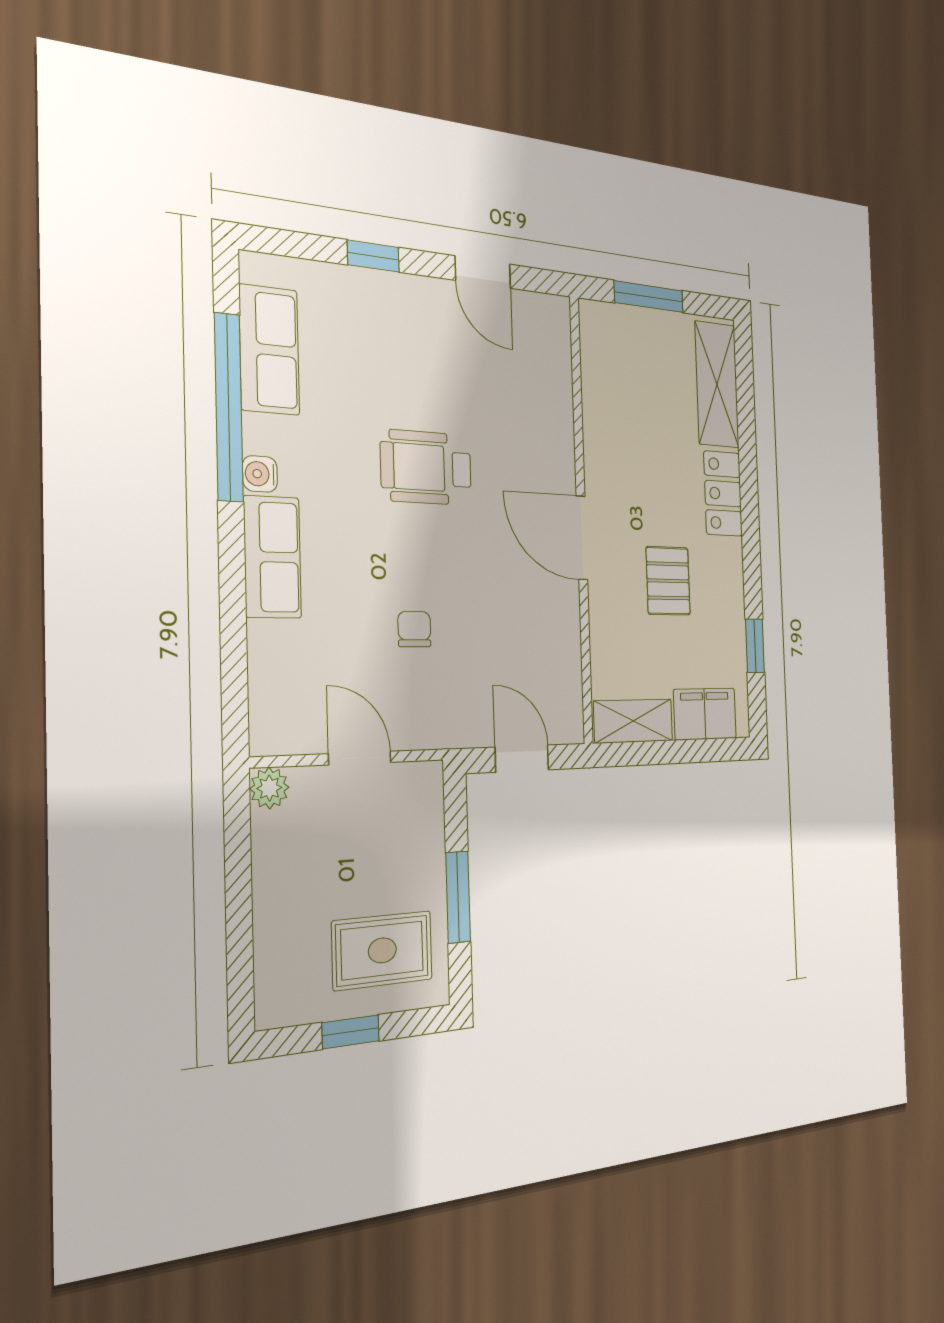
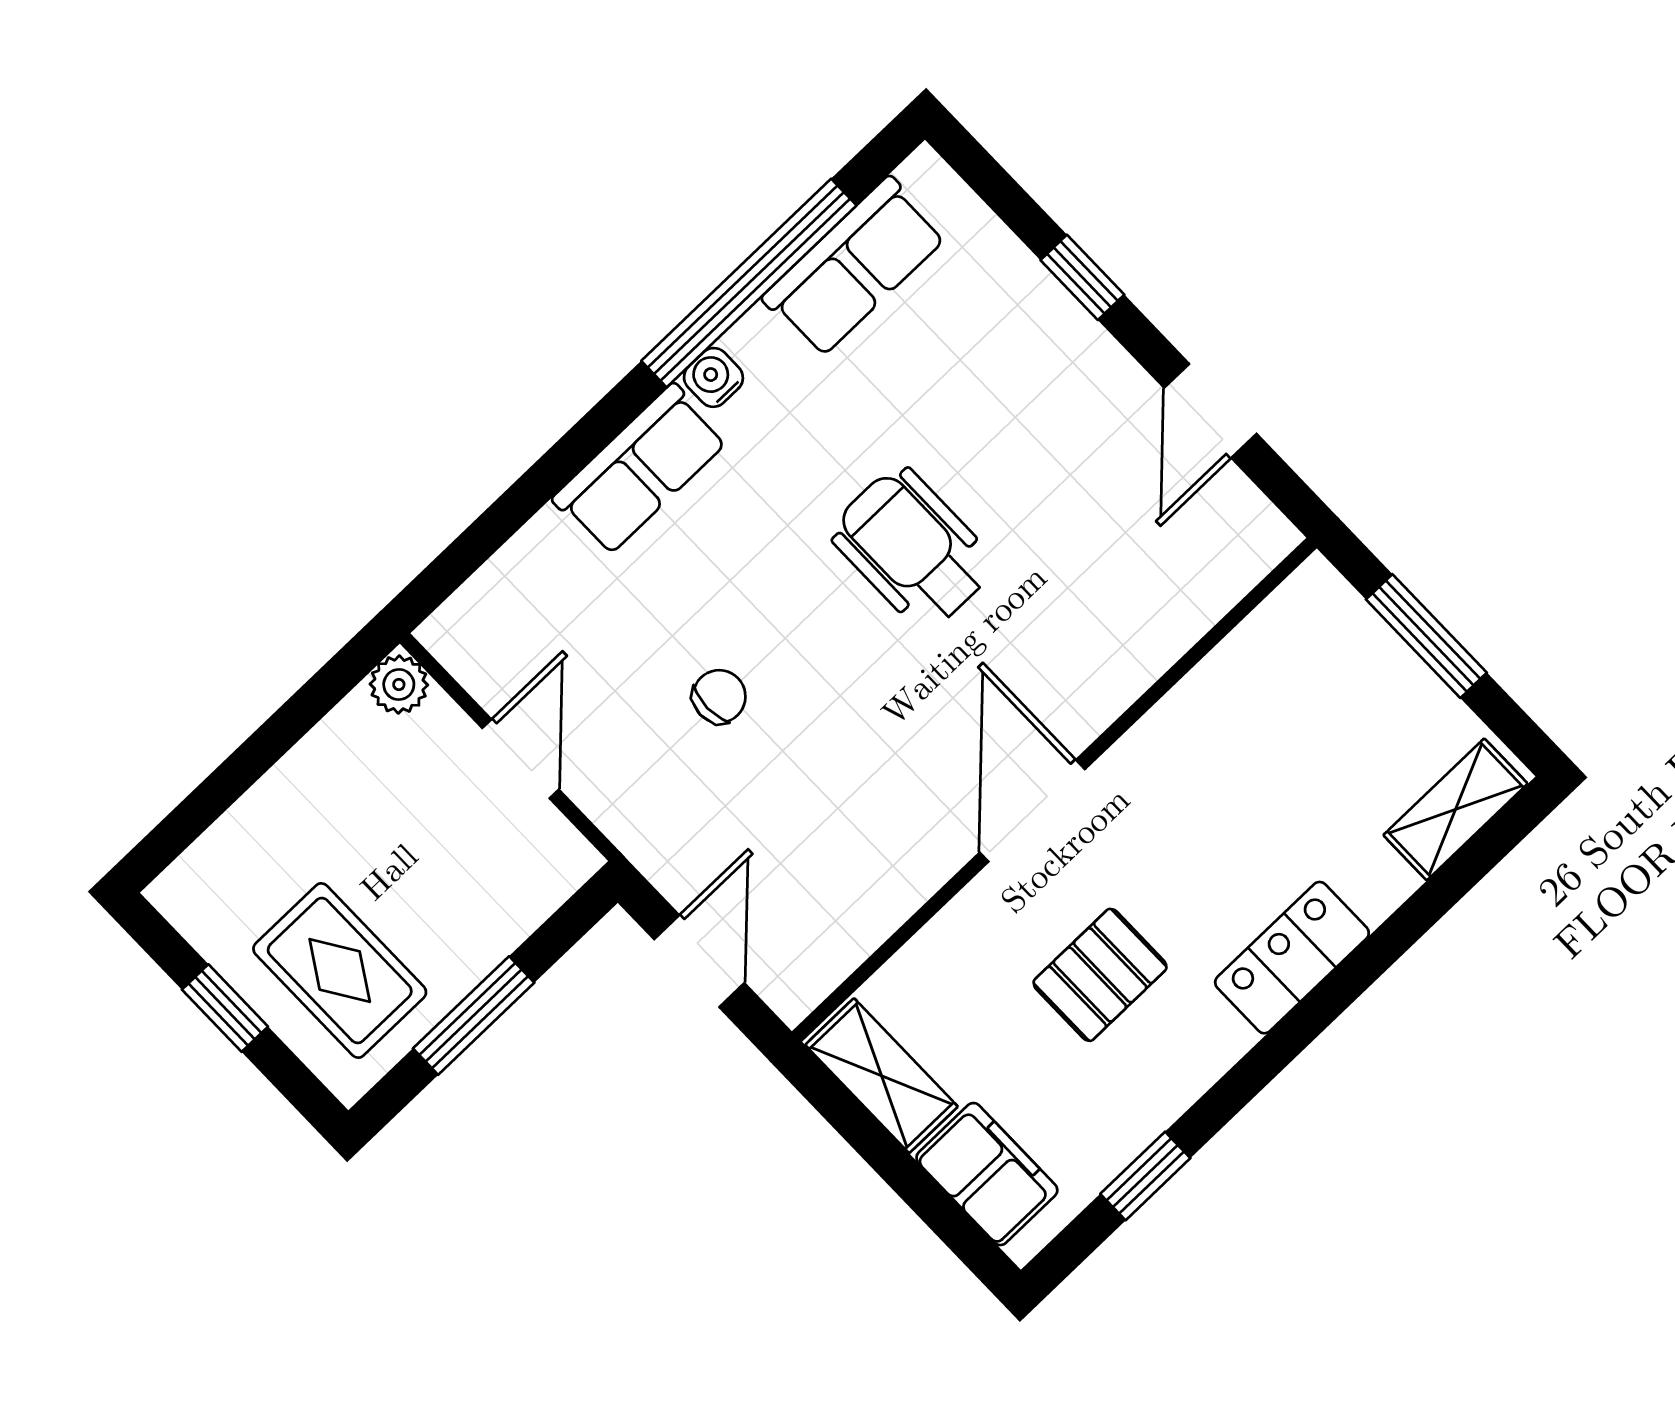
shelving: (717, 384) -> (1456, 809), width x0.67, depth x0.75

